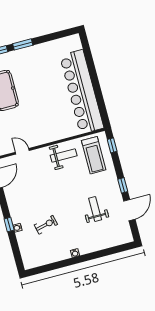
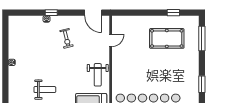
window: (23, 44) -> (202, 84), moved
exercise bike: (46, 225) -> (66, 38), moved

